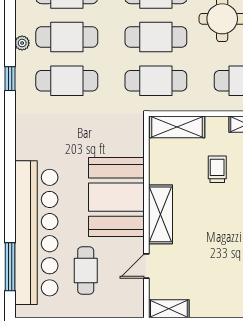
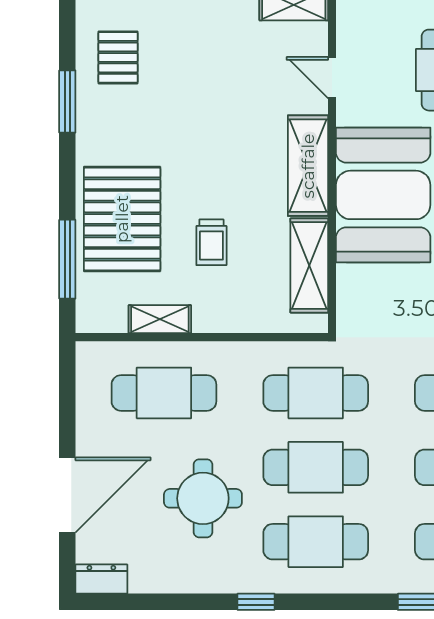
shelving: (177, 127) -> (309, 266), moved, turned 90
door: (146, 266) -> (332, 78), swing flipped

